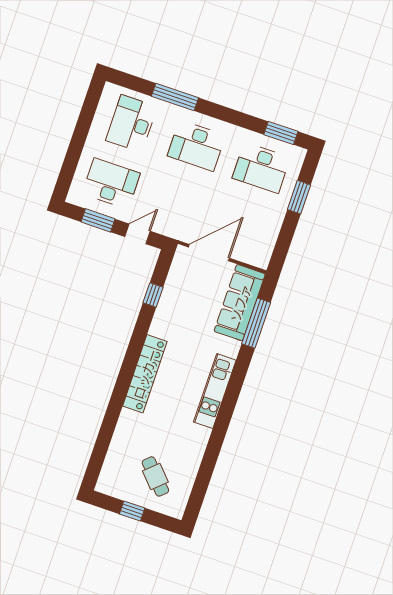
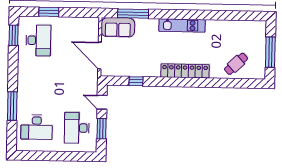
desk: (196, 146) -> (37, 84), removed
sofa: (240, 303) -> (118, 27), width x0.73
cafe table: (155, 476) -> (236, 64), moved
window: (132, 511) -> (270, 52), width x2.17

